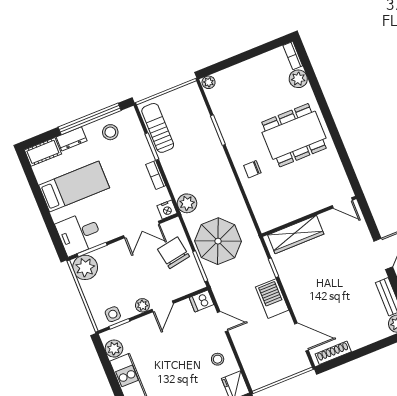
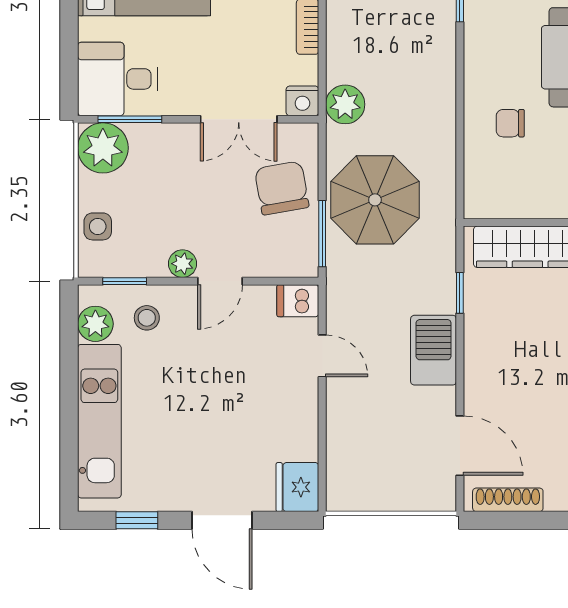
chair: (252, 169) -> (510, 123), moved
side table: (113, 314) -> (98, 226), moved
stool: (218, 359) -> (147, 318), moved

